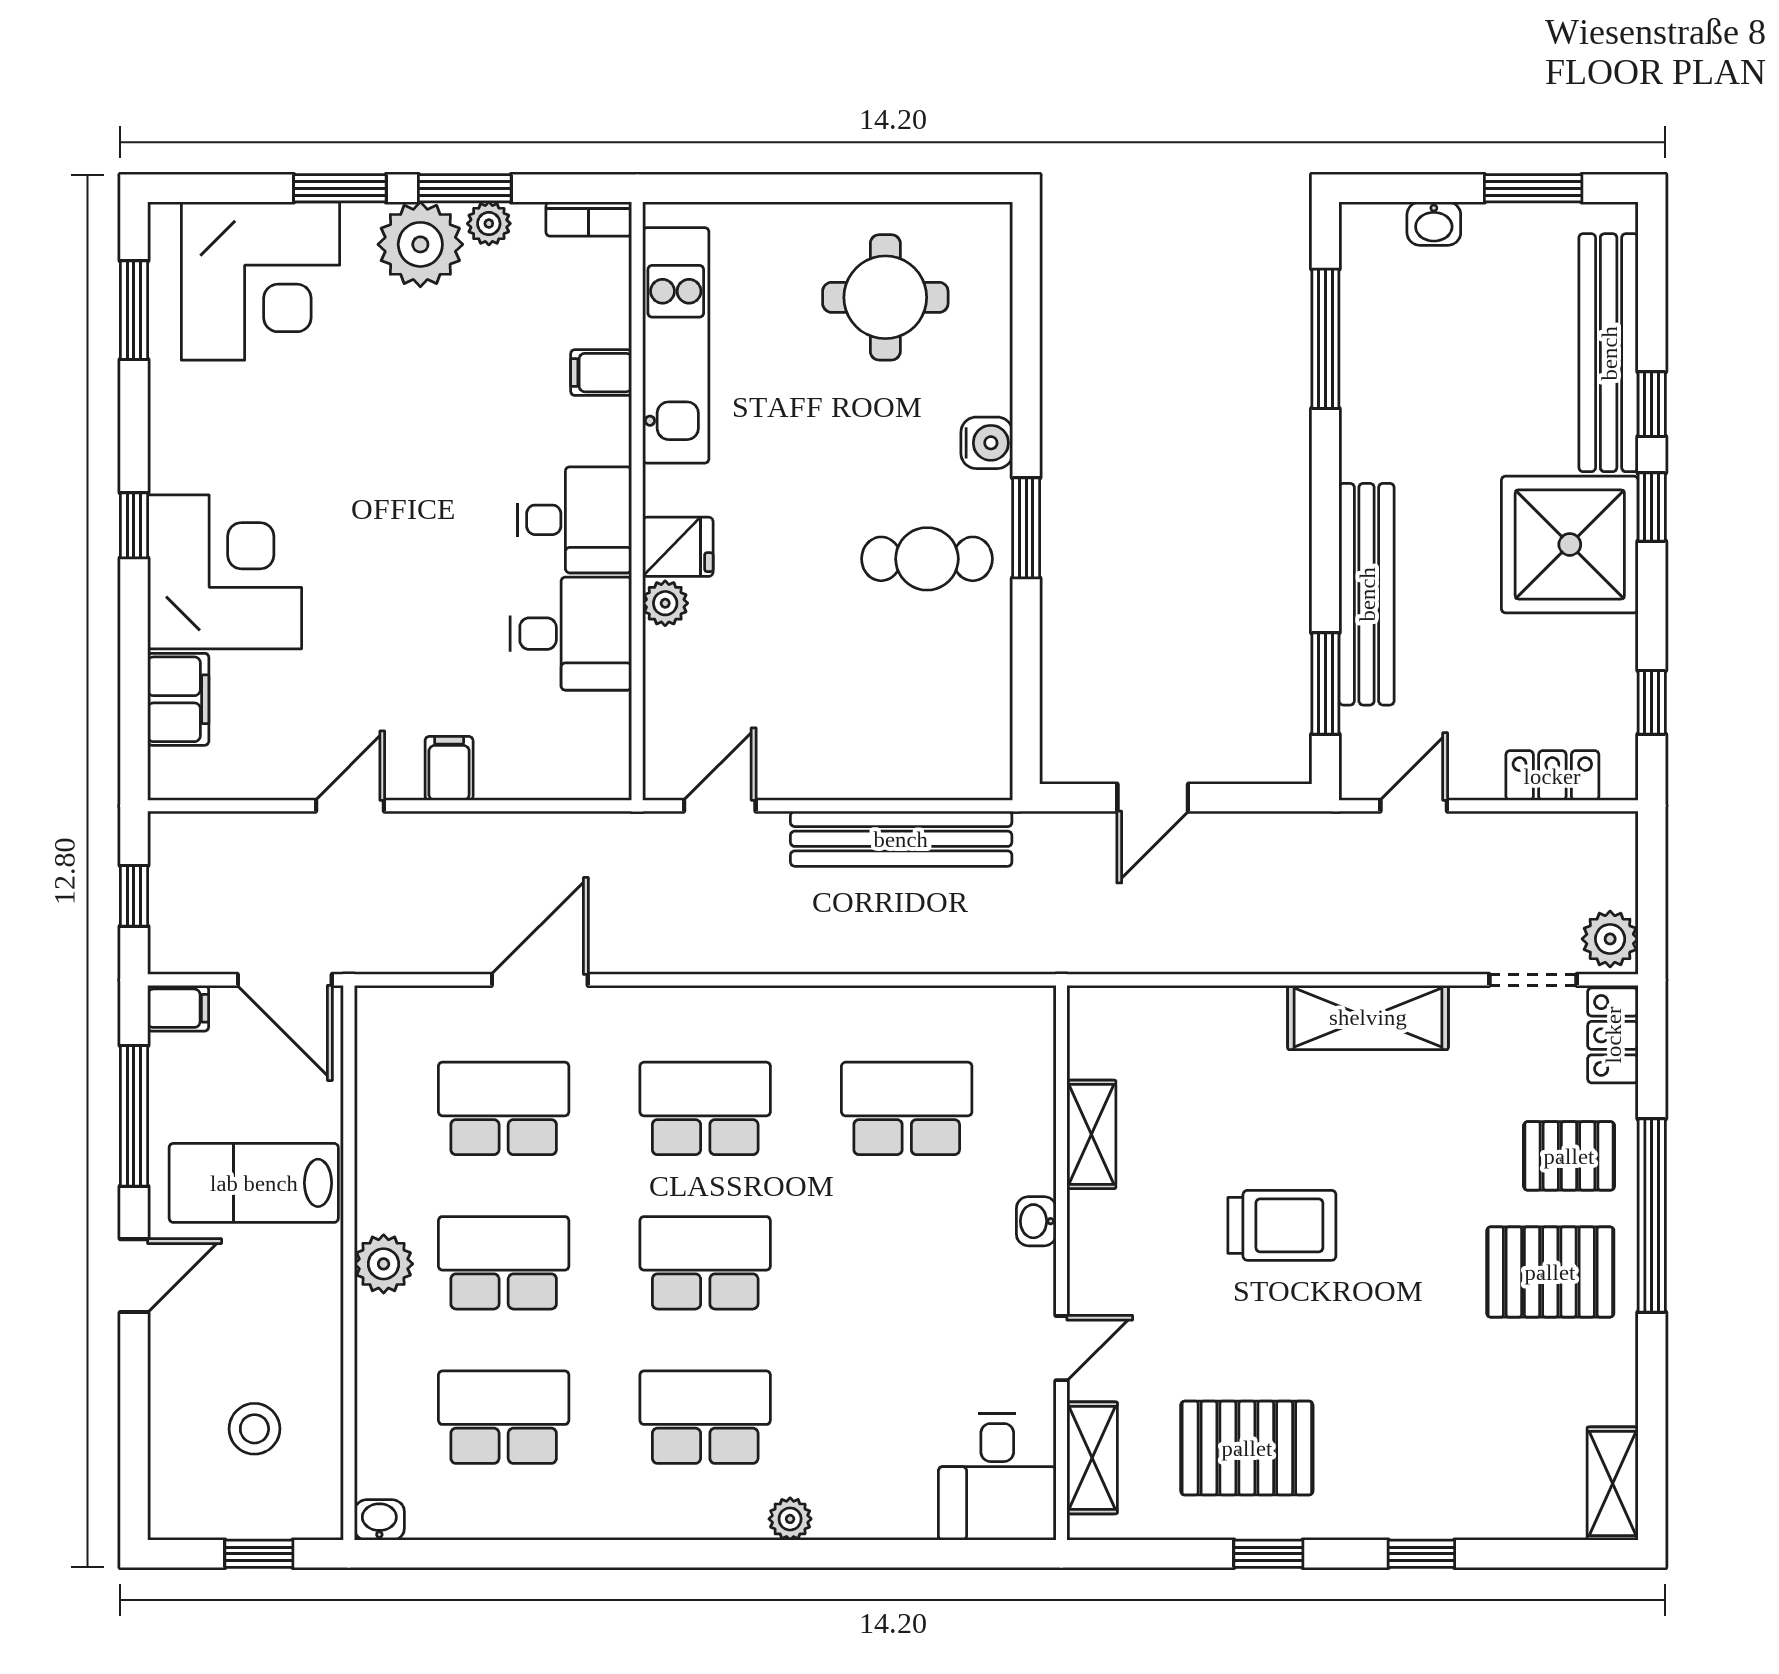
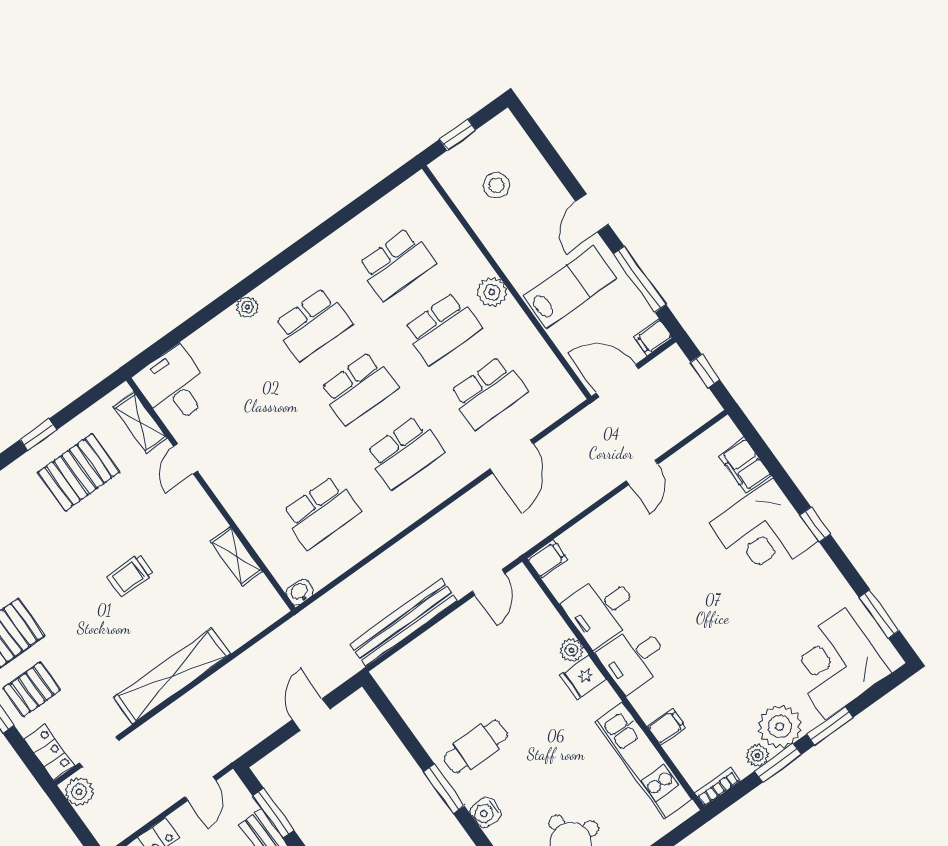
filing cabinet: (449, 768) -> (547, 559), moved, turned -90
shelving: (1368, 1017) -> (172, 676), width x1.47
washbasin: (1036, 1221) -> (300, 592), moved, turned -90
trolley: (1282, 1225) -> (130, 575), width x0.73, depth x0.72
washbasin: (379, 1520) -> (418, 185), removed

